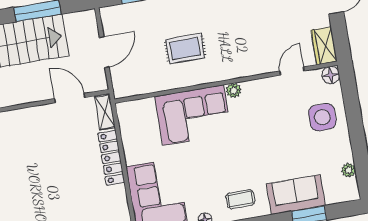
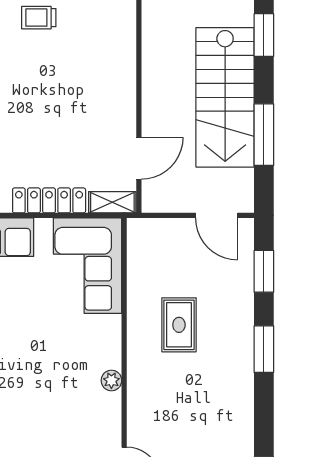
door: (104, 52) -> (217, 215), moved
corner sofa: (193, 115) -> (88, 266), moved

